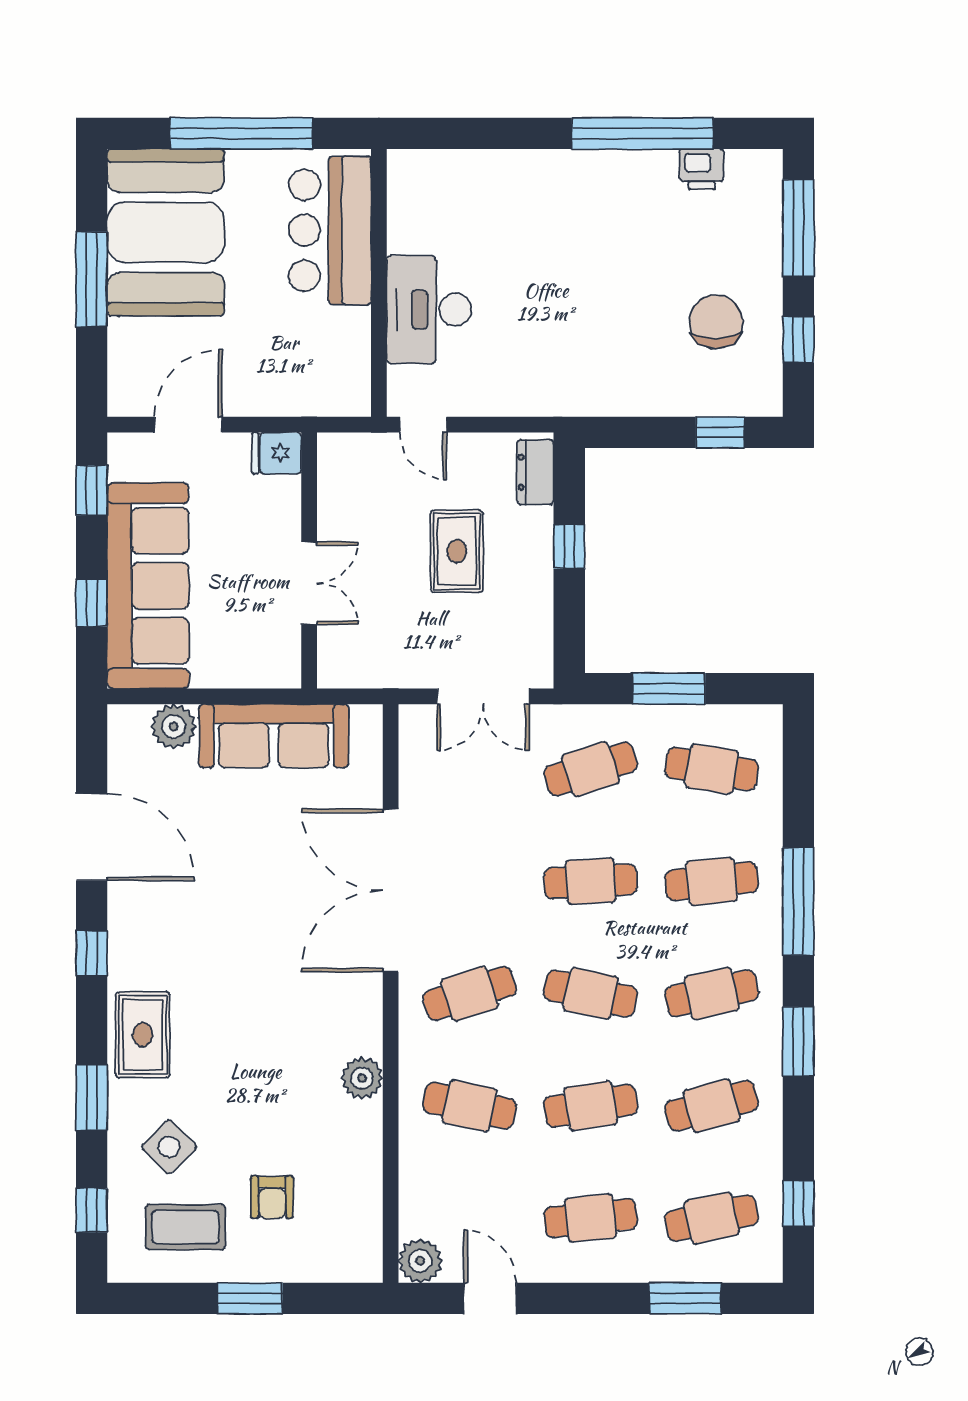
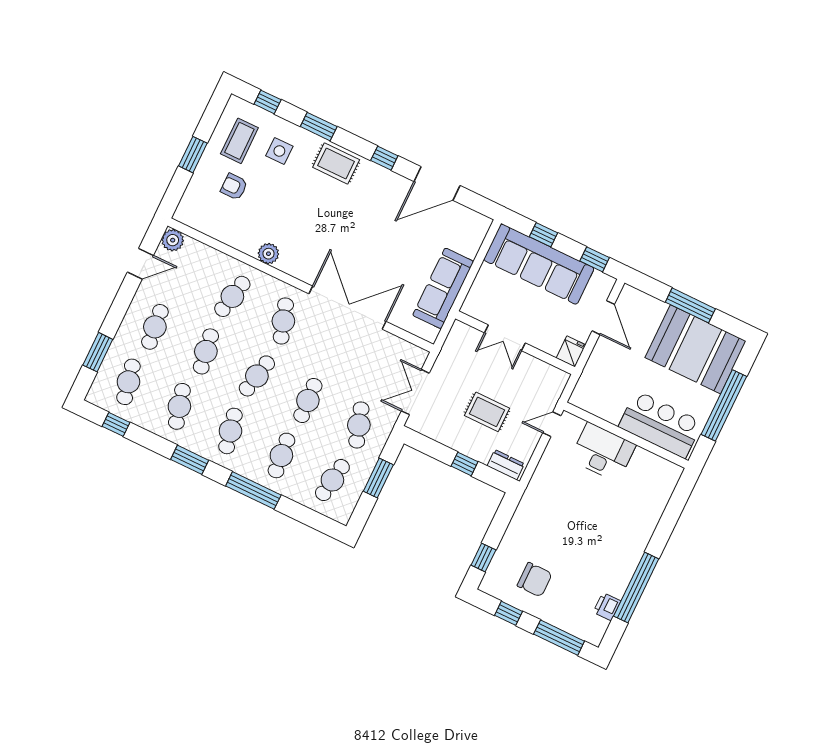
plant: (174, 727) -> (469, 245), removed
side table: (169, 1147) -> (279, 151), turned 45

